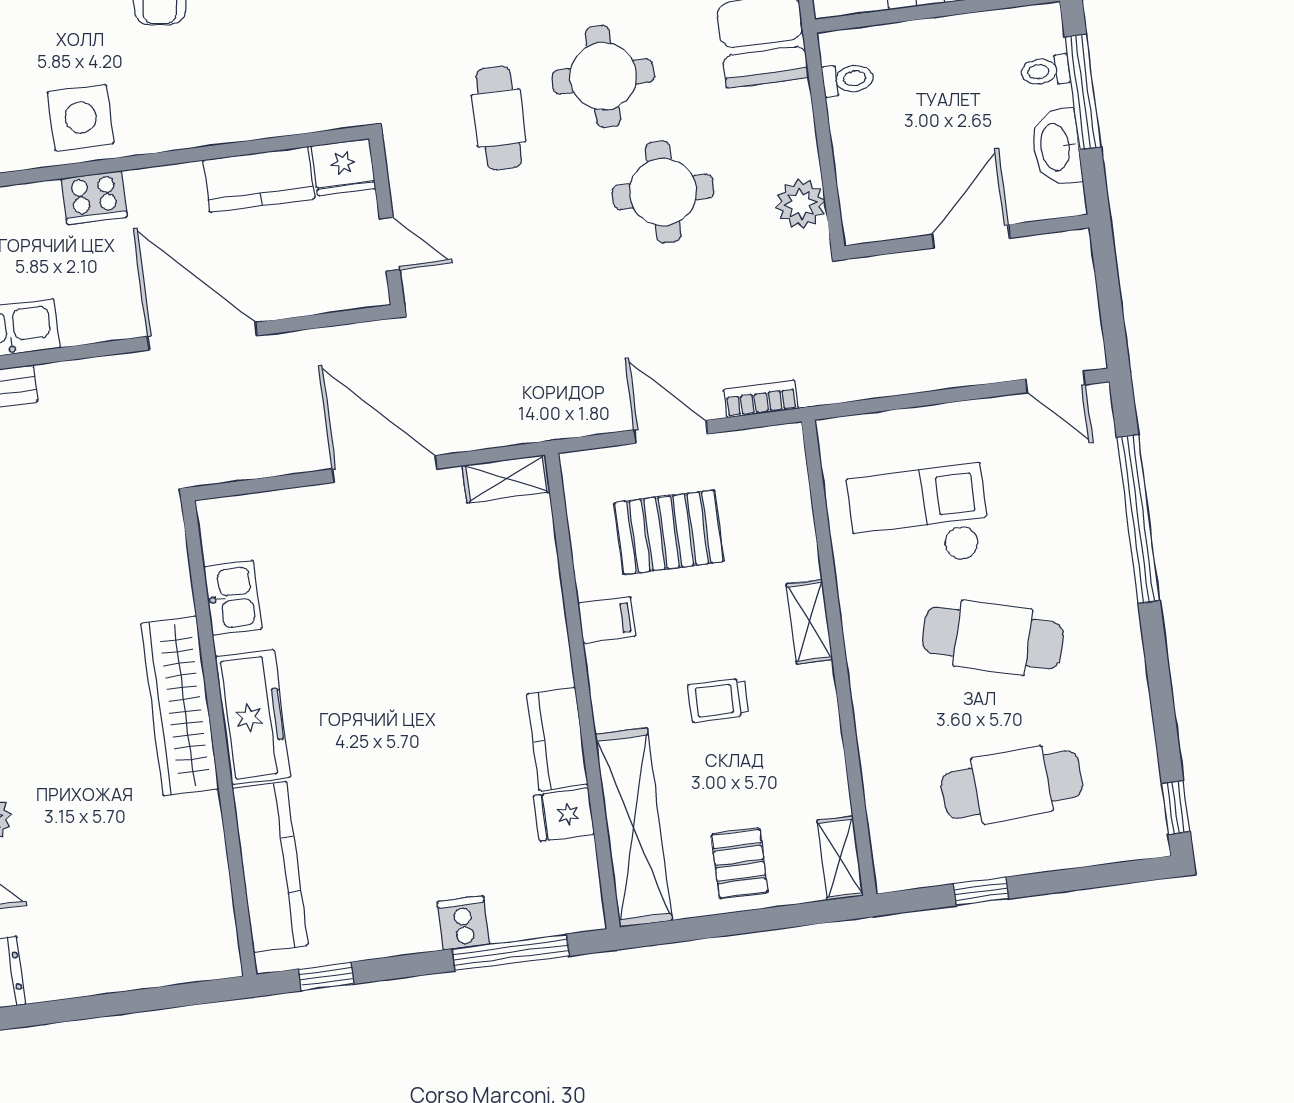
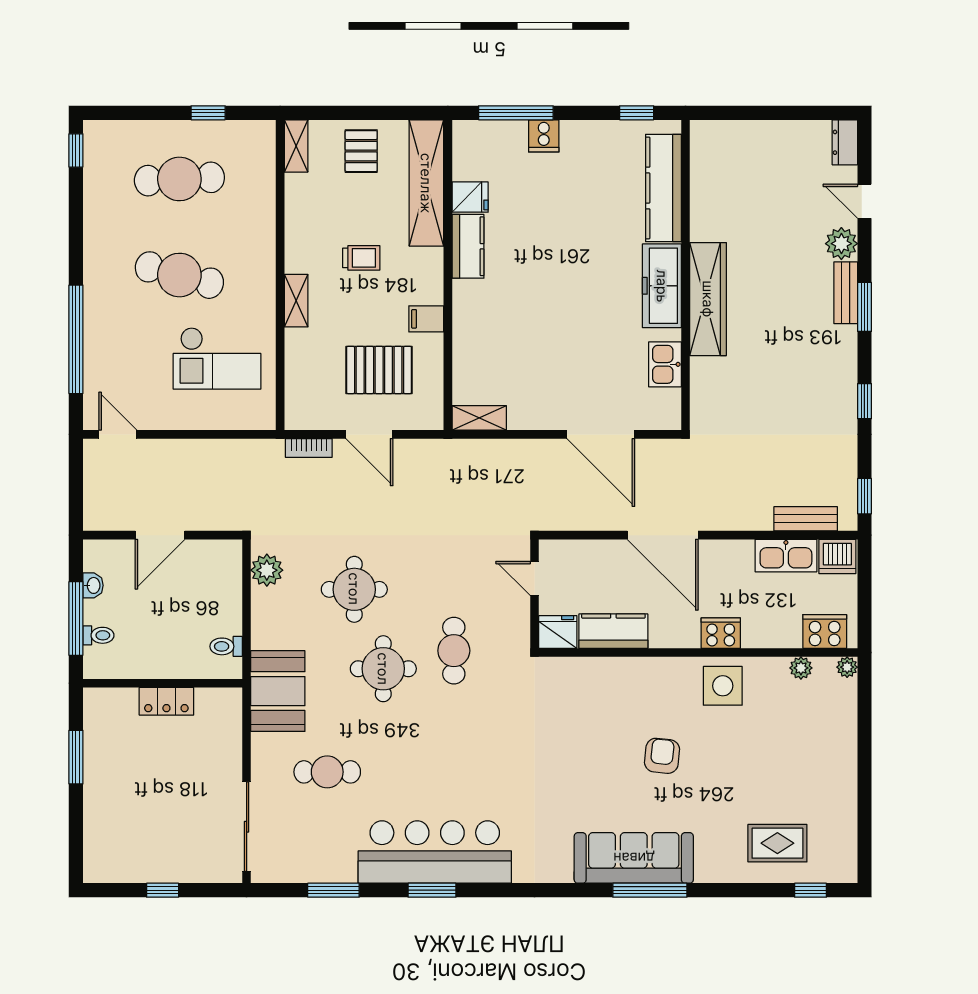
washbasin: (1056, 147) -> (93, 585), width x0.52, depth x0.69
door: (385, 469) -> (601, 434), moved

